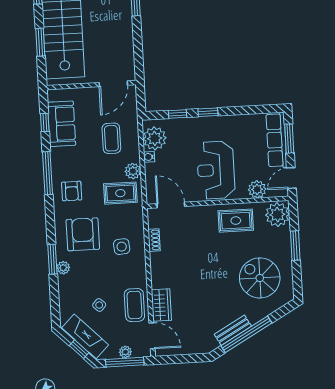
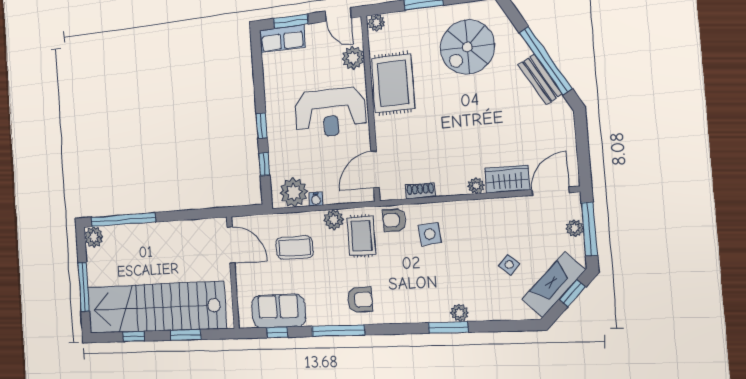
row of seats: (276, 140) -> (282, 39), width x0.68
plant: (277, 215) -> (376, 23), width x0.53, depth x0.53
rug: (236, 221) -> (393, 83), width x1.36, depth x1.43
armchair: (83, 234) -> (394, 220), moved, width x0.53, depth x0.53
plant: (157, 282) -> (476, 186), added
coffee table: (134, 305) -> (508, 216), removed

